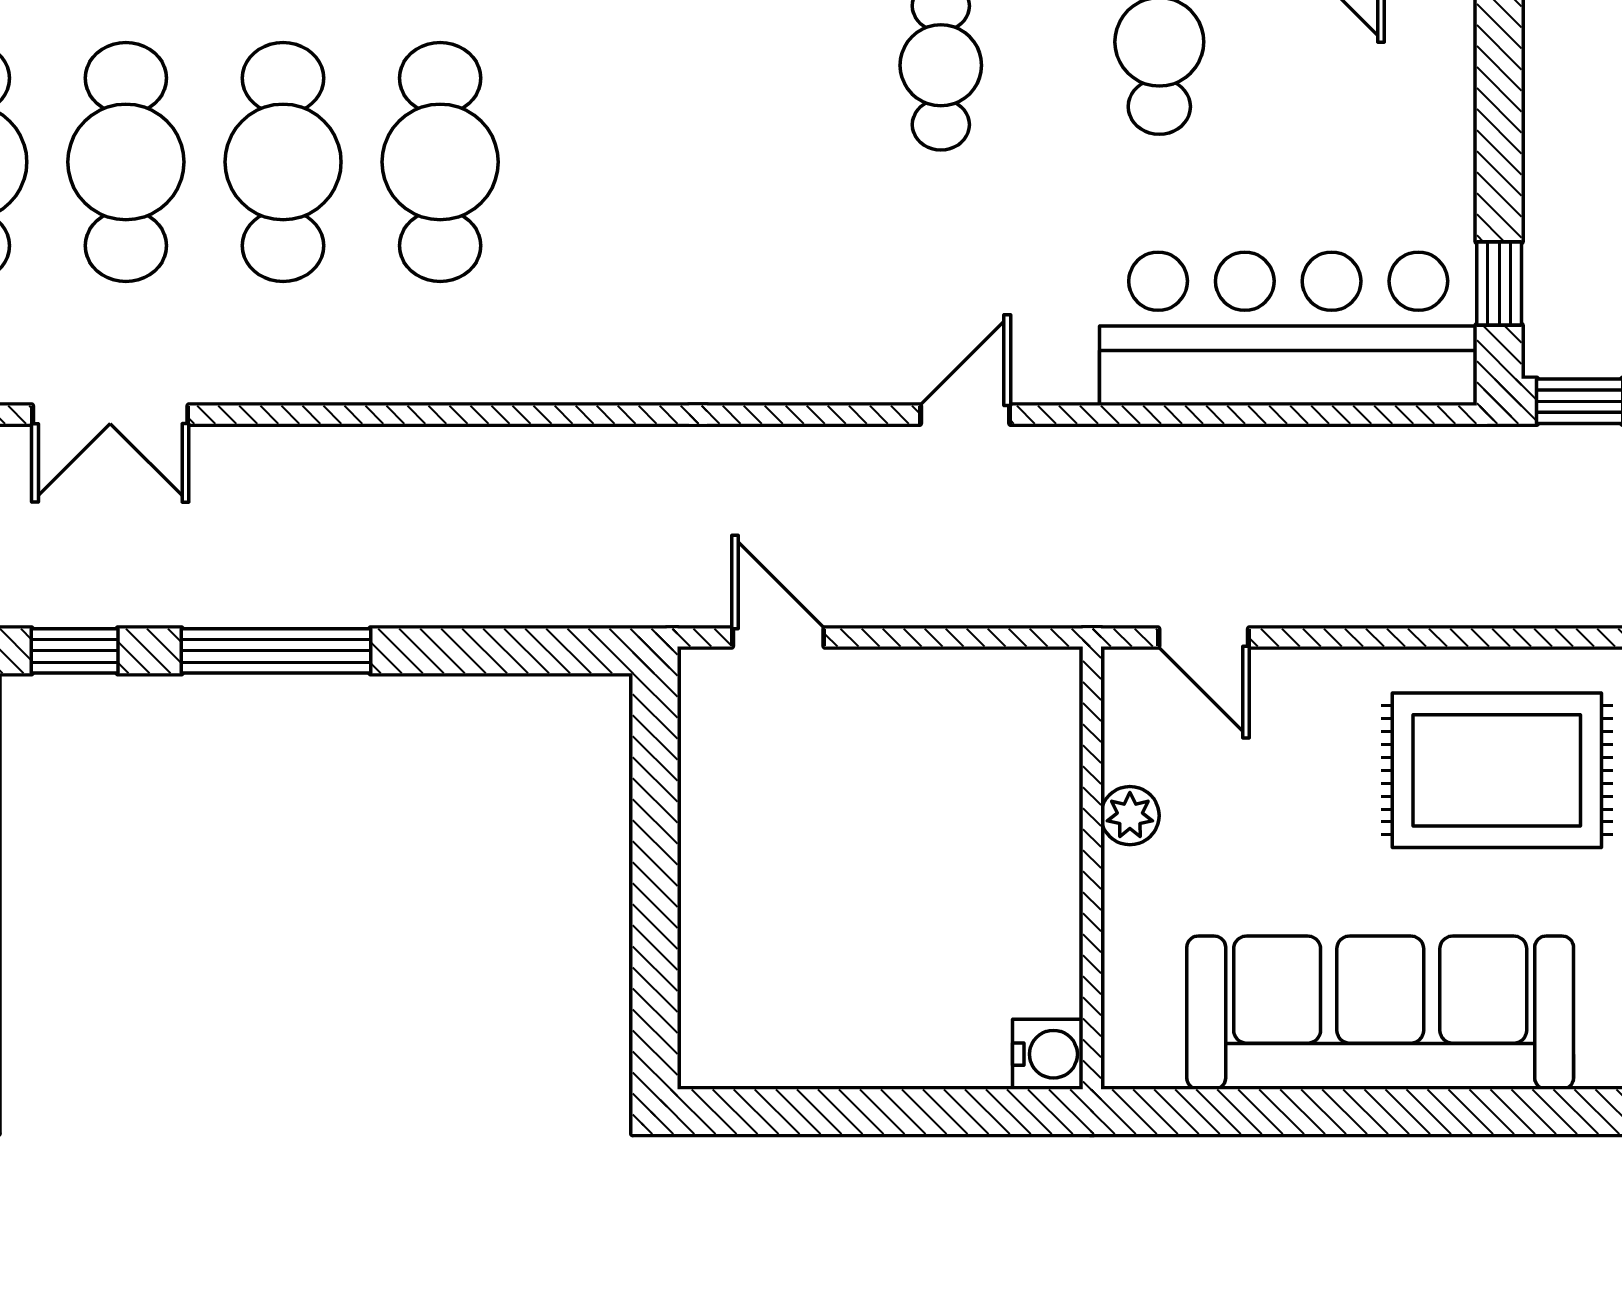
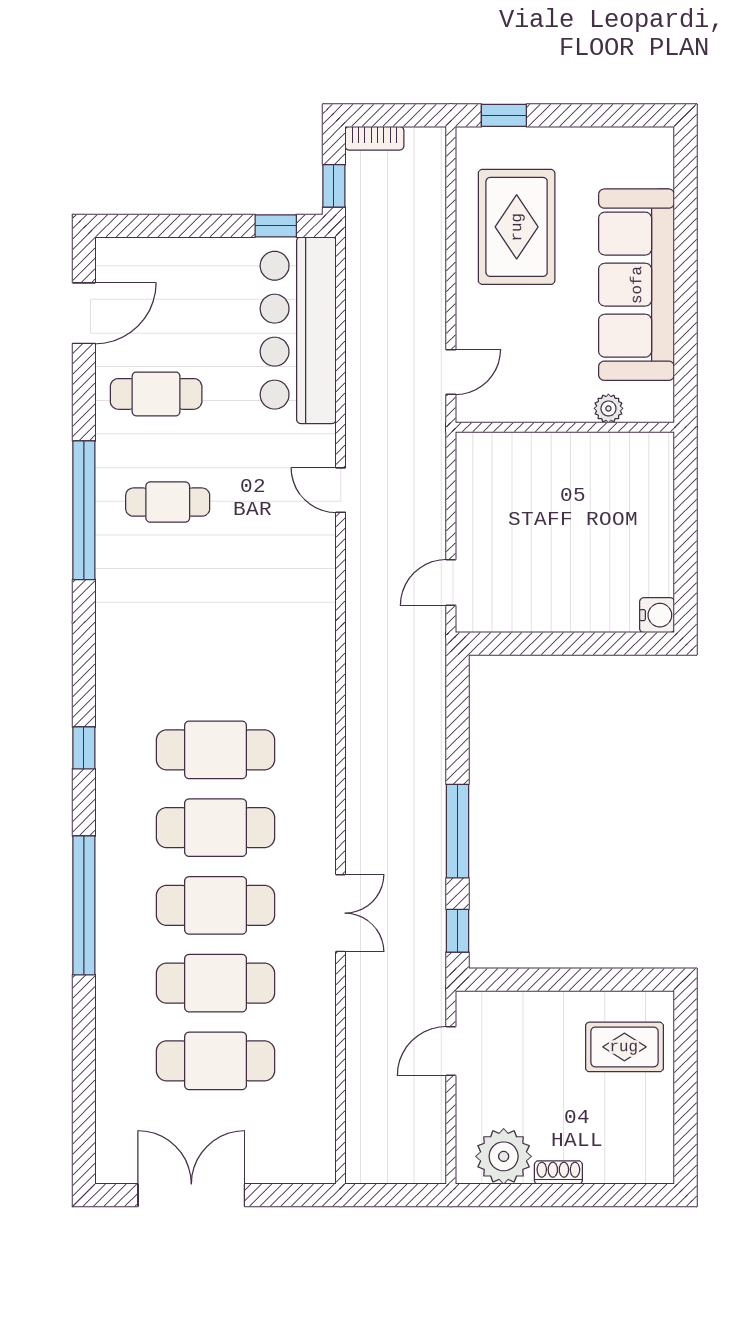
plant: (1130, 816) -> (608, 408), moved
water cooler: (1048, 1054) -> (657, 615), moved, turned 90

